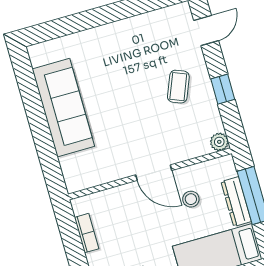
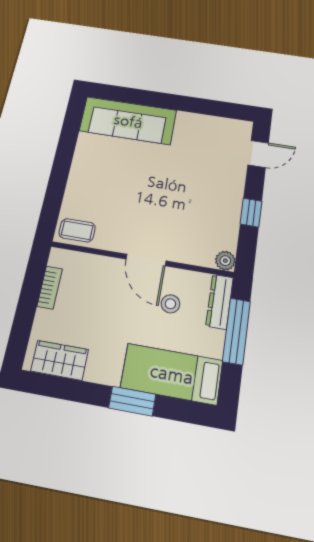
coffee table: (178, 87) -> (77, 230), moved, turned 68
sofa: (63, 108) -> (128, 121), moved, turned 90
dresser: (236, 202) -> (220, 302), moved

